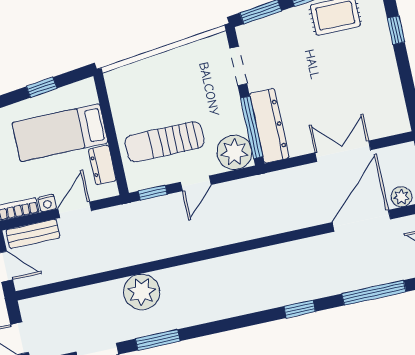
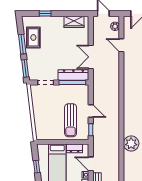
wardrobe: (391, 101) -> (74, 22), added
double door: (343, 151) -> (91, 57), moved
plant: (234, 152) -> (81, 92), removed
door: (361, 221) -> (121, 45), width x0.53

